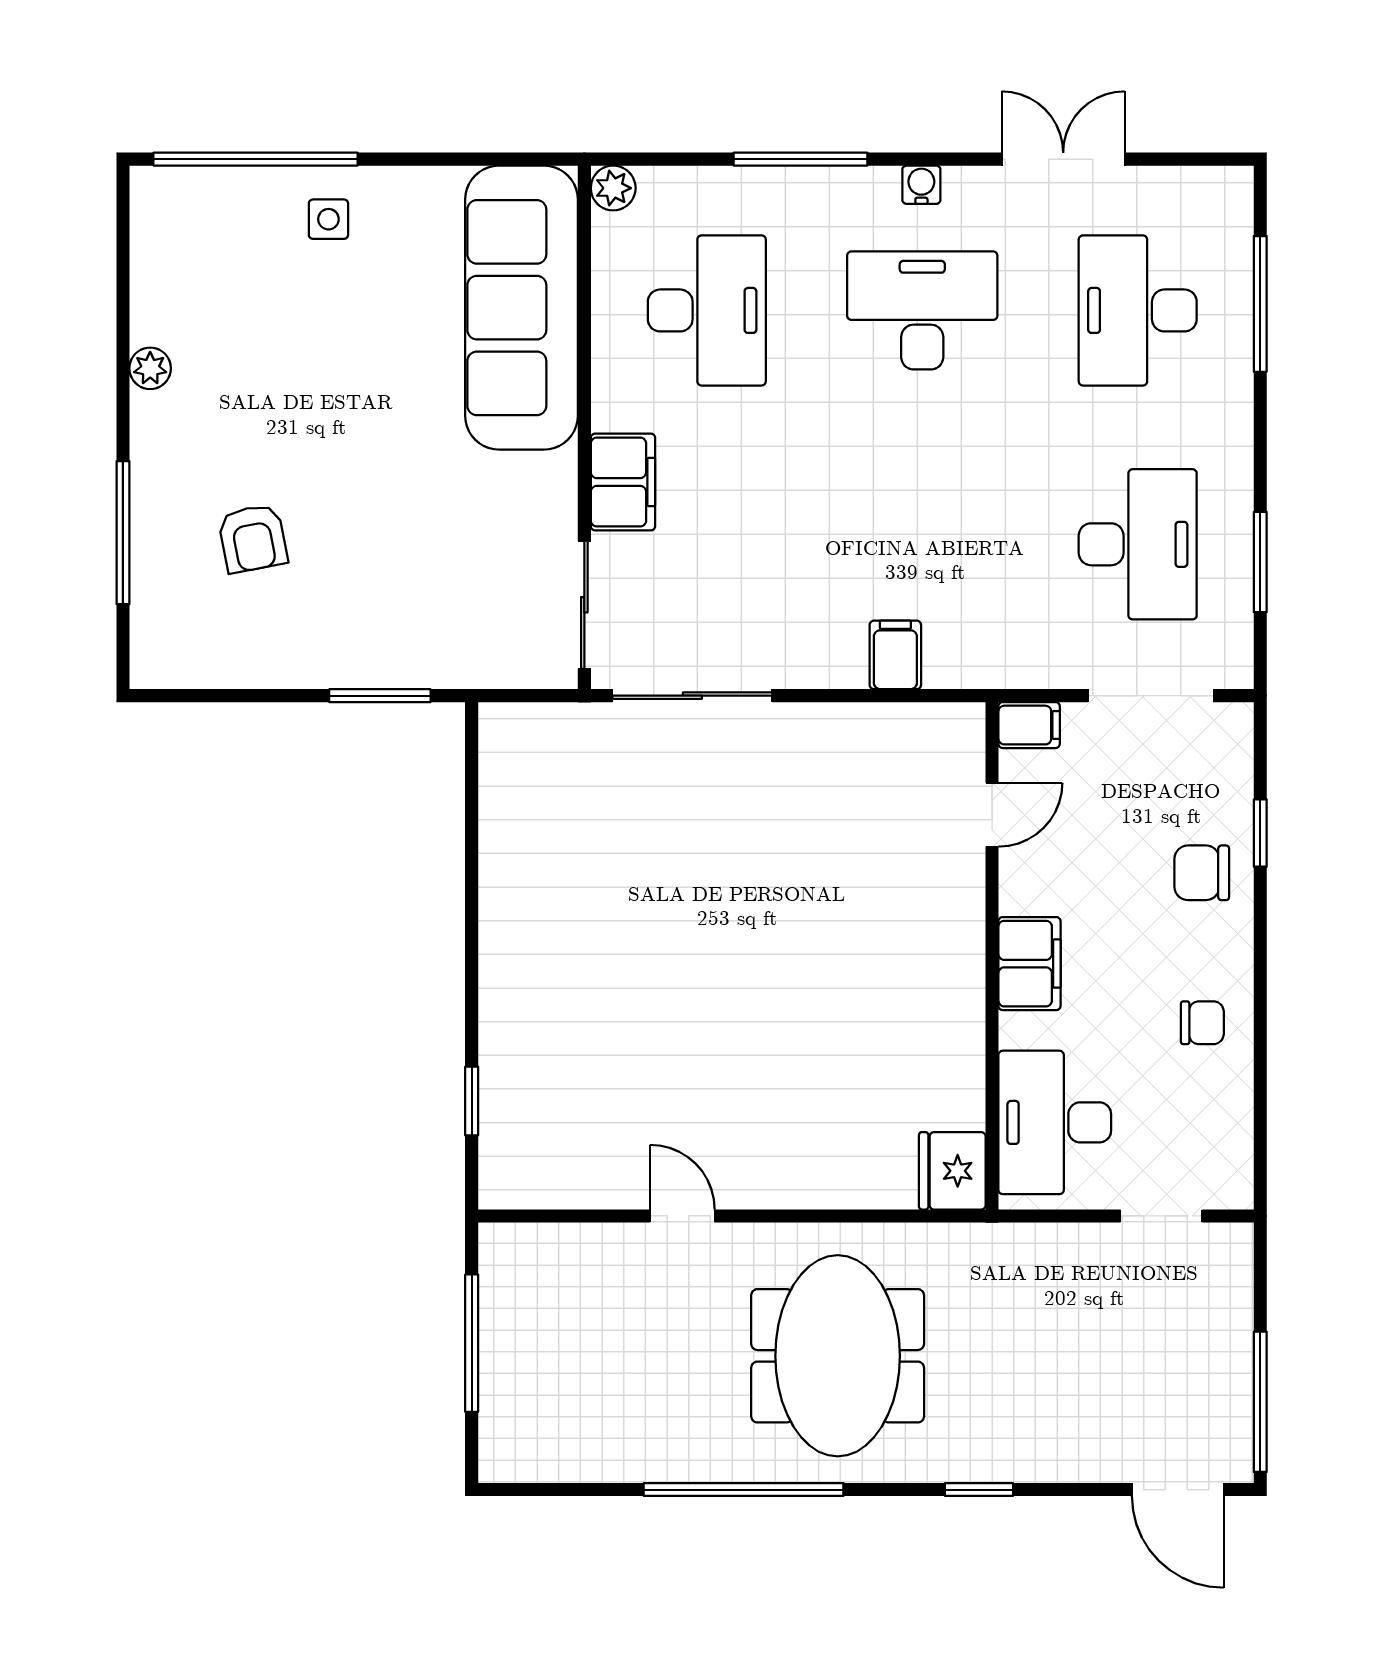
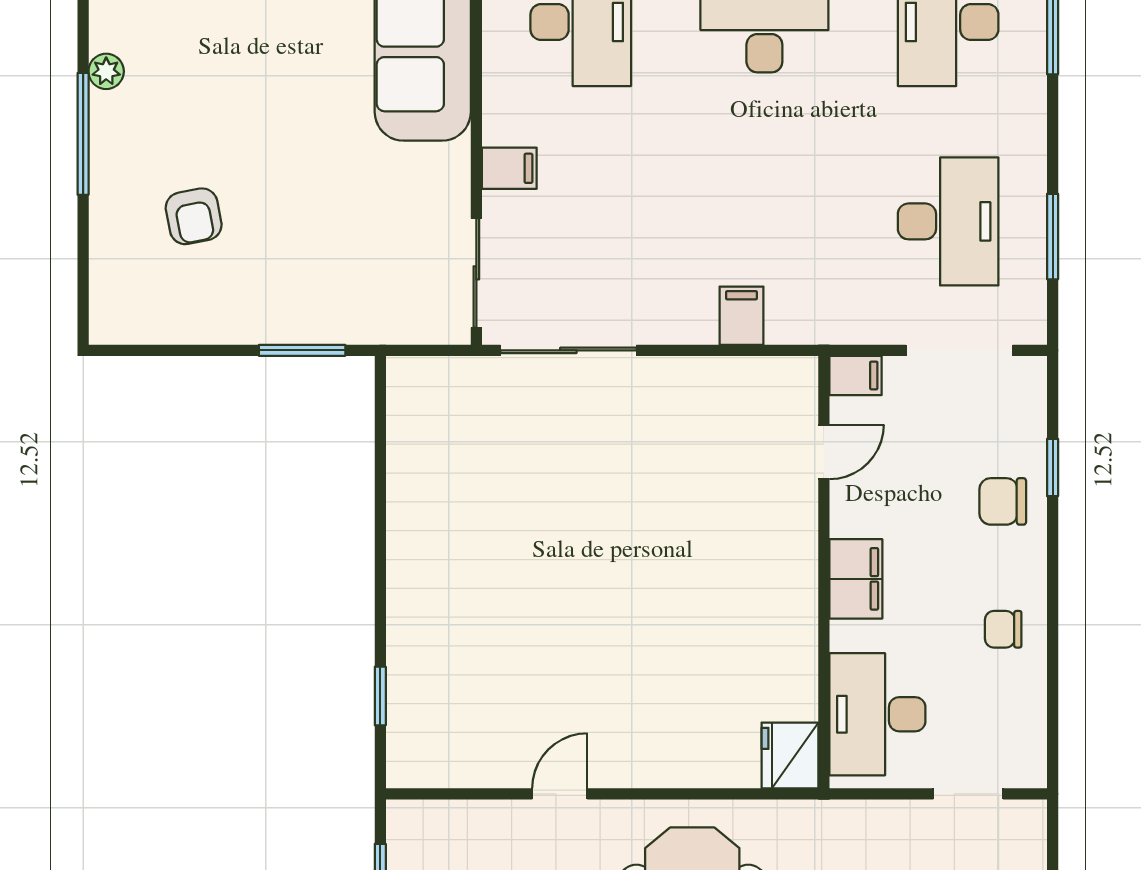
filing cabinet: (623, 482) -> (509, 168), width x0.50
window: (123, 533) -> (83, 134), moved
chair: (1202, 1023) -> (1003, 629), turned 180
door: (682, 1216) -> (560, 794), hinge flipped

